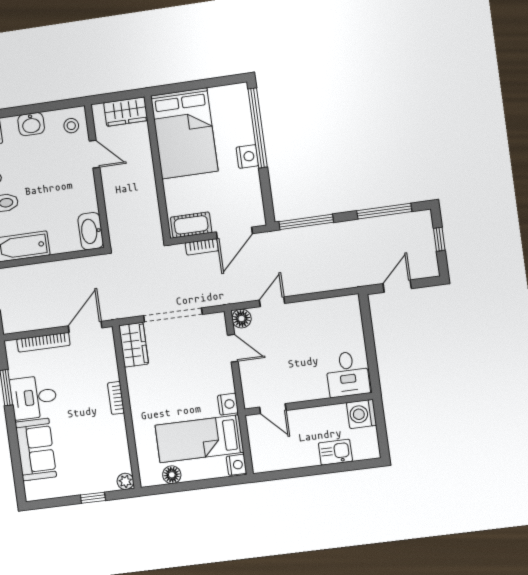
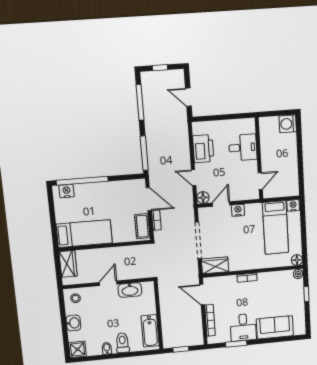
bed: (184, 133) -> (84, 234), width x0.67
door: (94, 154) -> (108, 283), moved
nightstand: (247, 156) -> (67, 191), moved
washbasin: (91, 231) -> (130, 290), moved
printer: (319, 314) -> (203, 149), added
desk: (348, 374) -> (243, 147), moved
nightstand: (228, 404) -> (238, 210), moved
washing machine: (361, 414) -> (288, 124), moved, turned 90
kitchen sink: (335, 452) -> (290, 143), removed
floor lamp: (172, 475) -> (297, 260), moved

